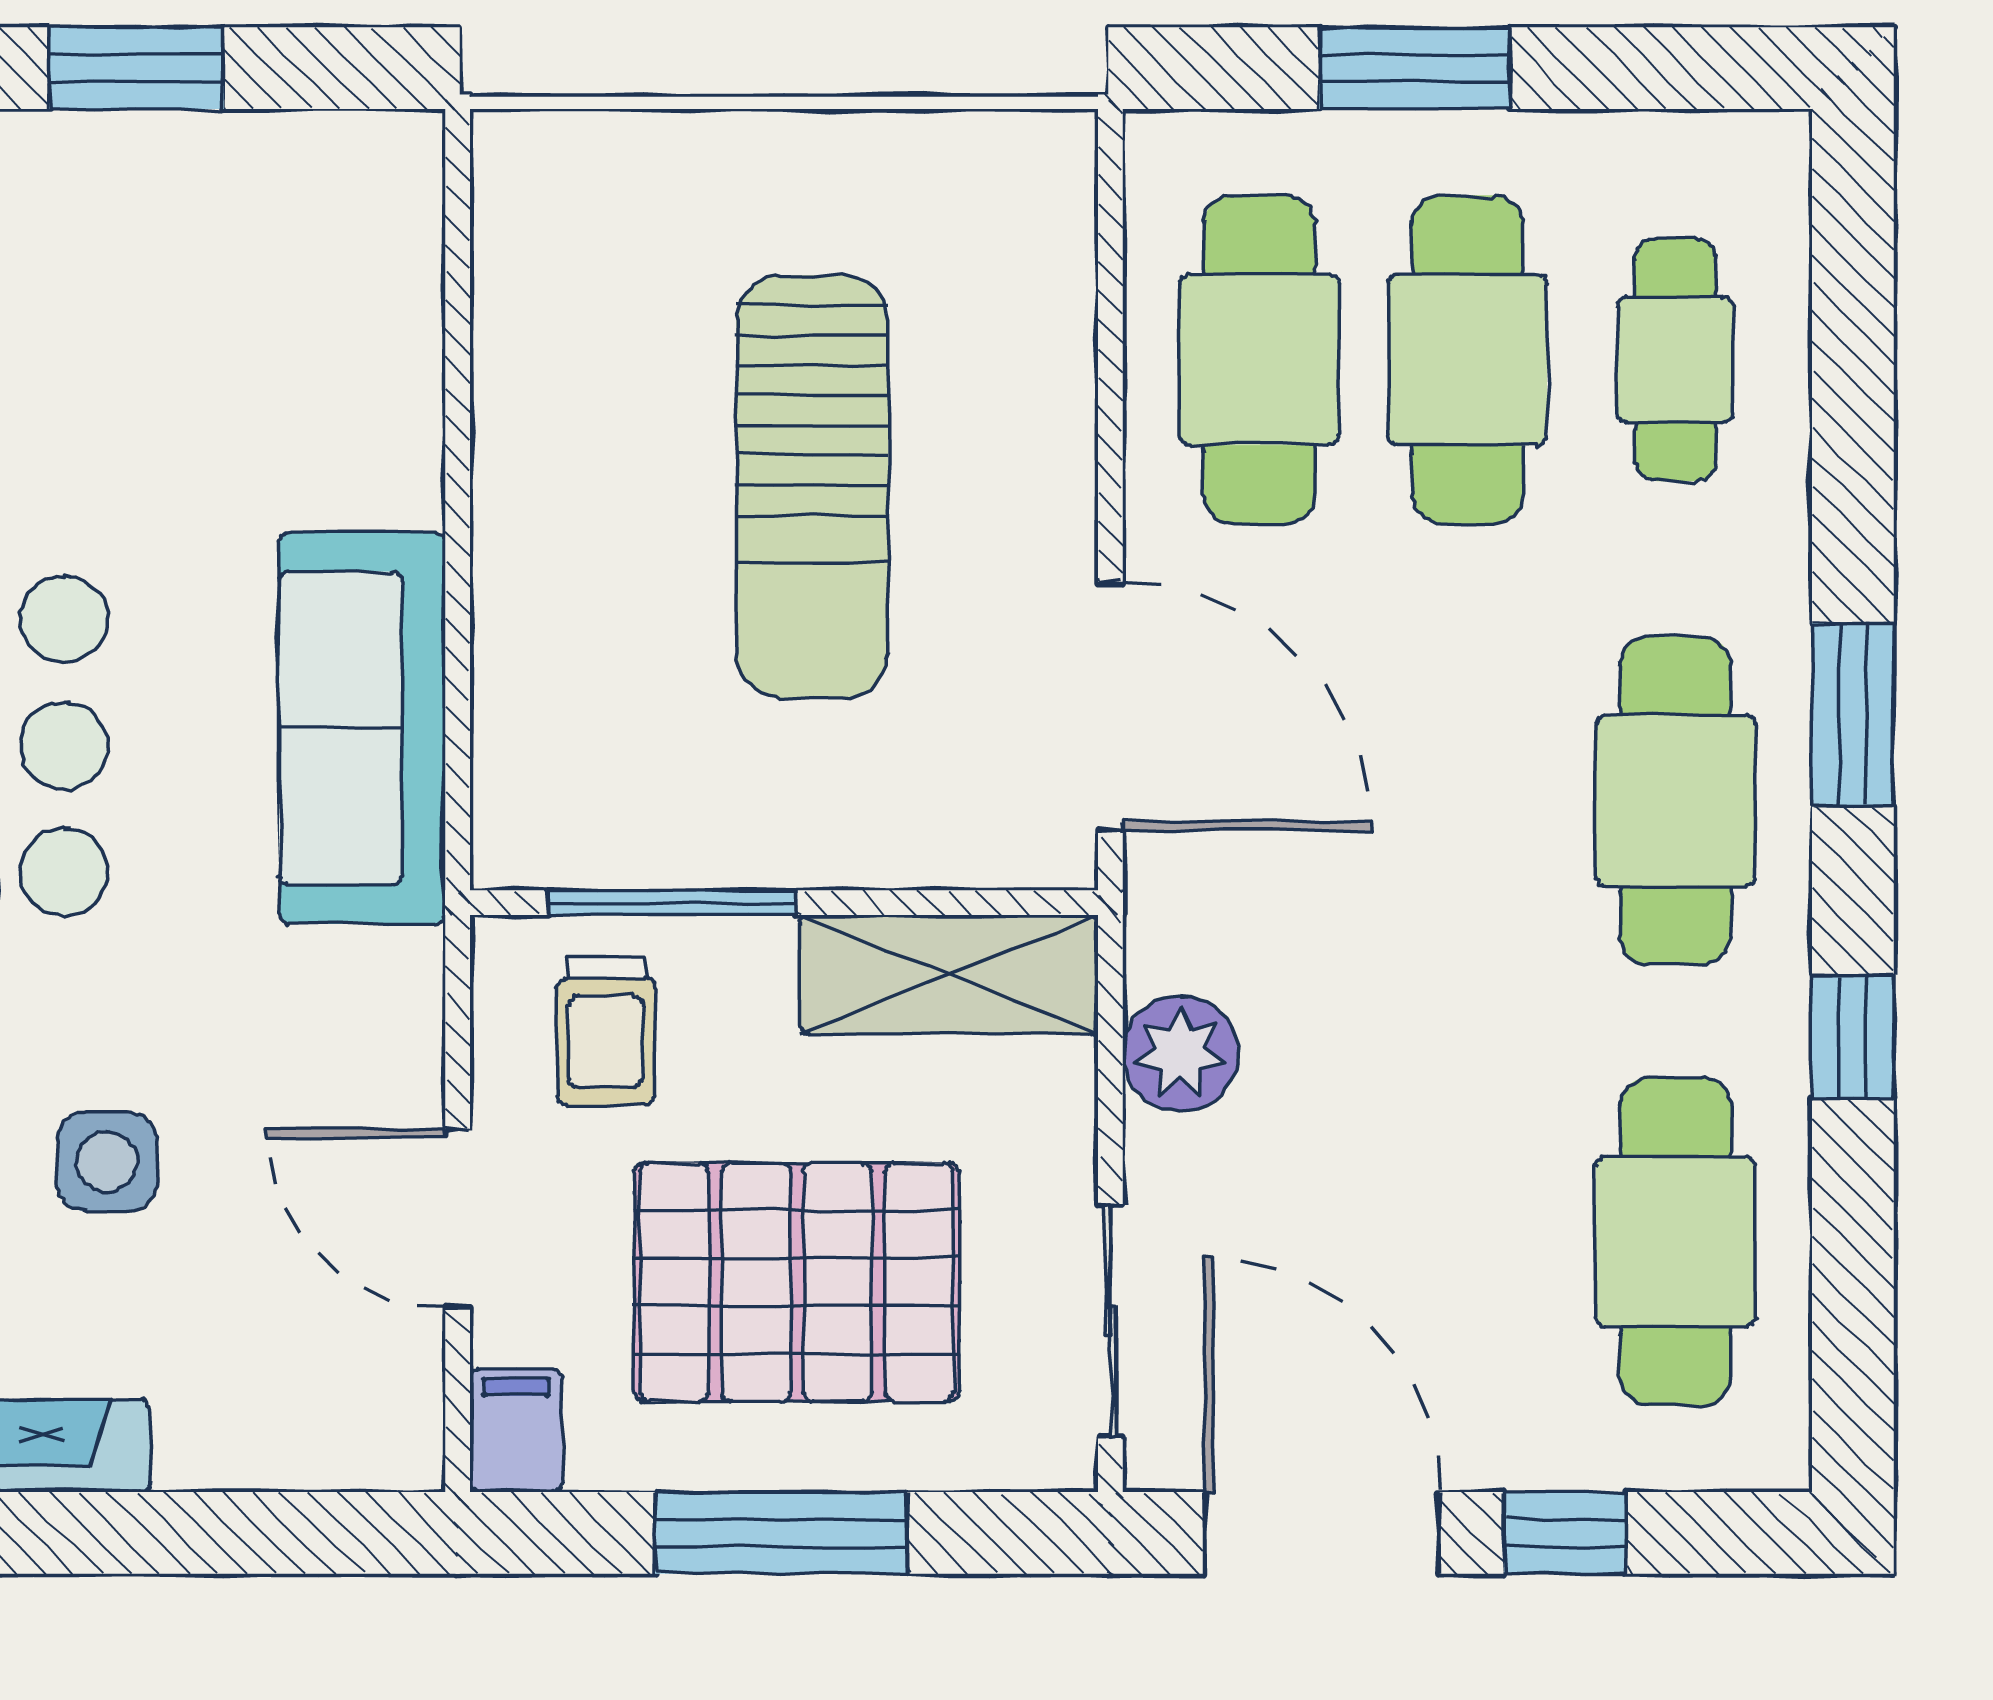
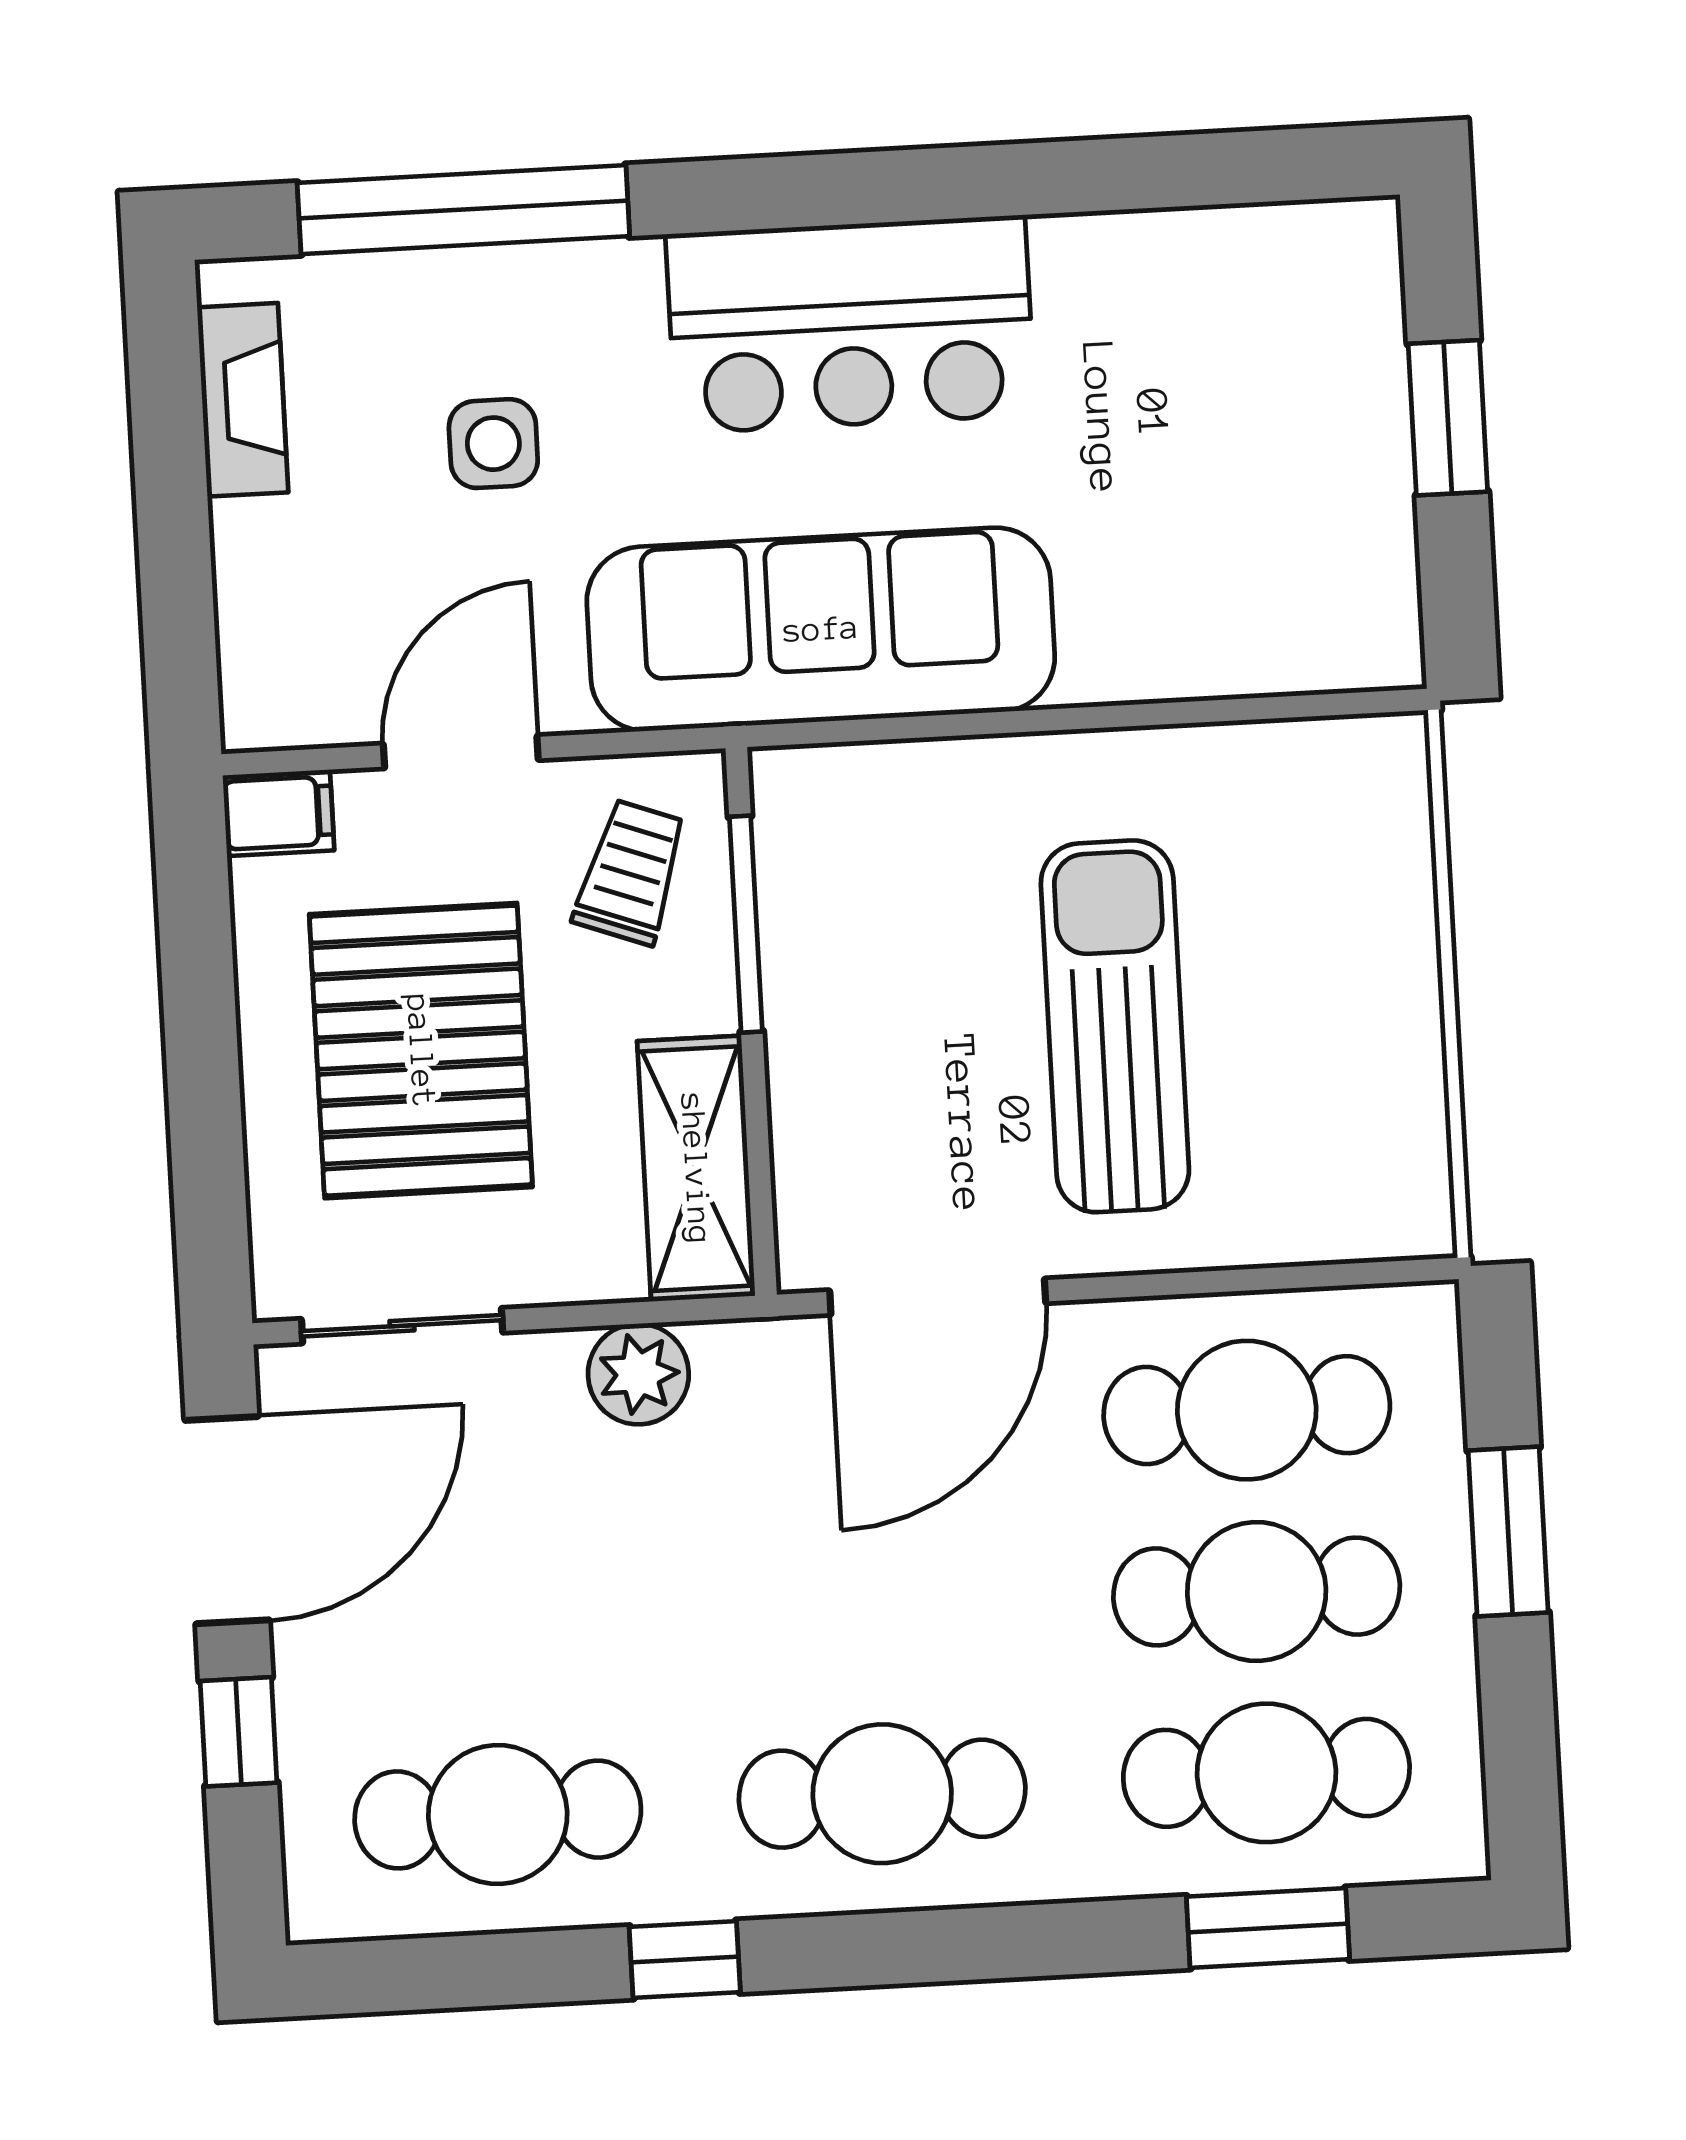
cafe table: (1675, 360) -> (1266, 1773), width x1.37, depth x1.35
sun lounger: (812, 487) -> (1115, 1026), turned 90
window: (1853, 715) -> (1268, 1928), moved
sofa: (362, 728) -> (821, 629), width x1.36, depth x1.27
trolley: (606, 1031) -> (631, 872), turned 110
window: (781, 1533) -> (202, 1048), removed

